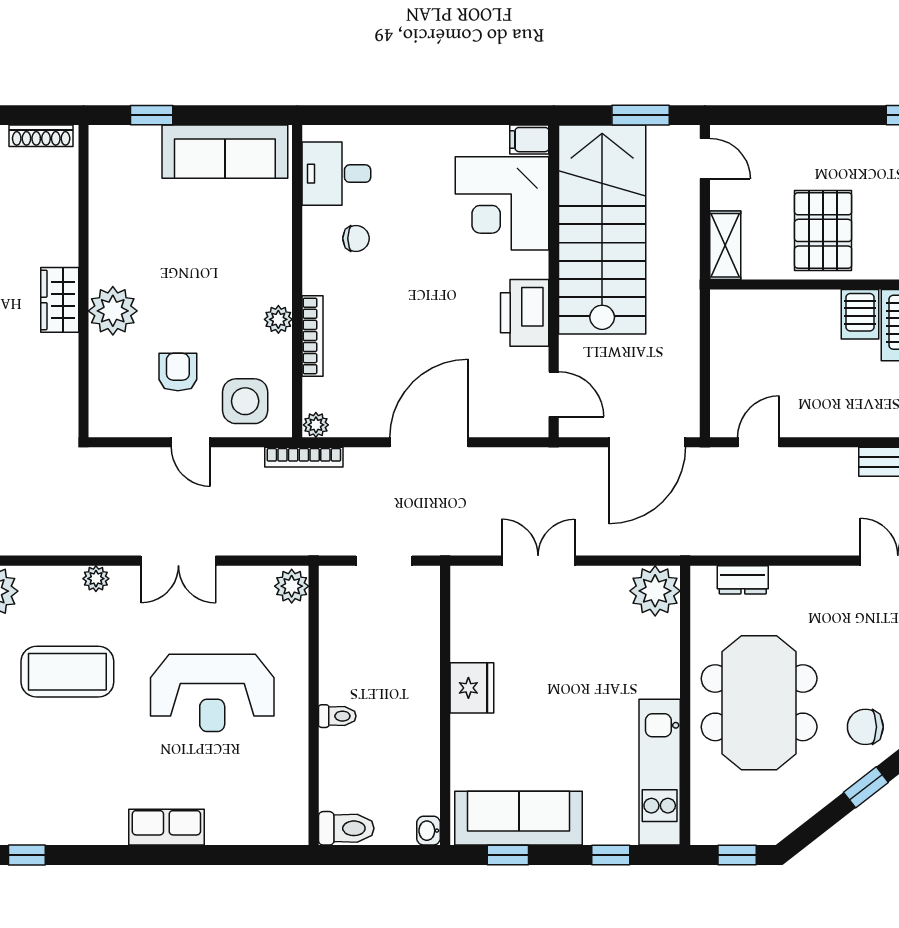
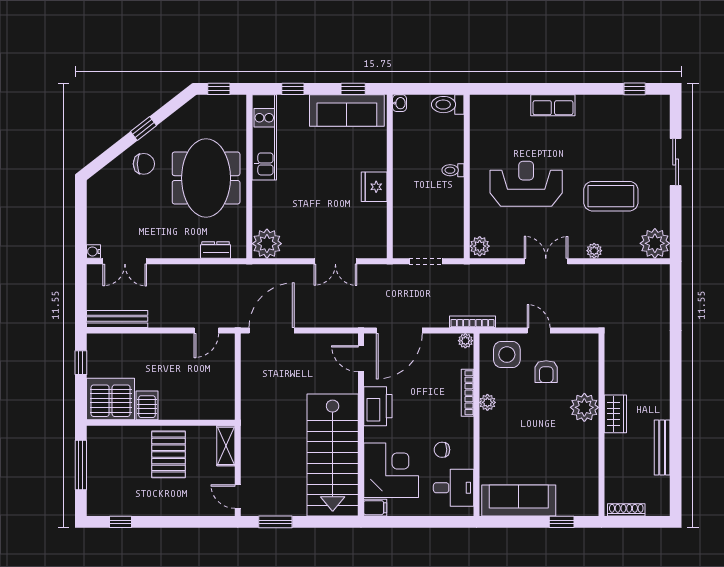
filing cabinet: (529, 140) -> (375, 508), moved
corner desk: (502, 203) -> (391, 470), moved
stairs: (602, 230) -> (333, 455), moved
wall: (554, 281) -> (361, 425), moved
printer: (525, 313) -> (378, 406), moved
door: (554, 394) -> (361, 359), moved

